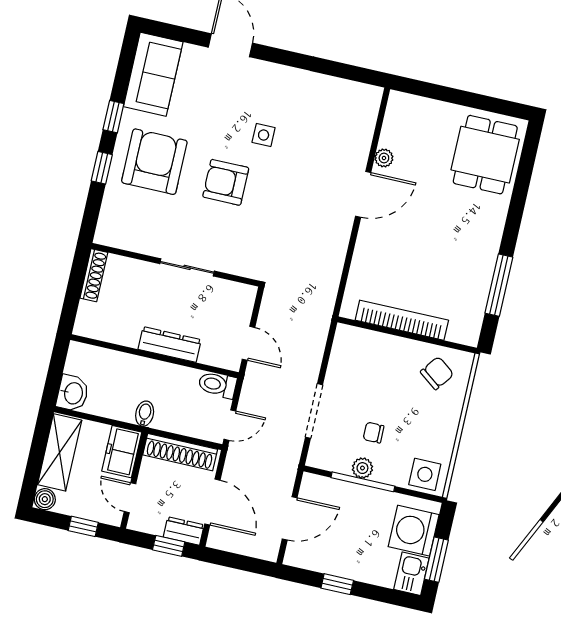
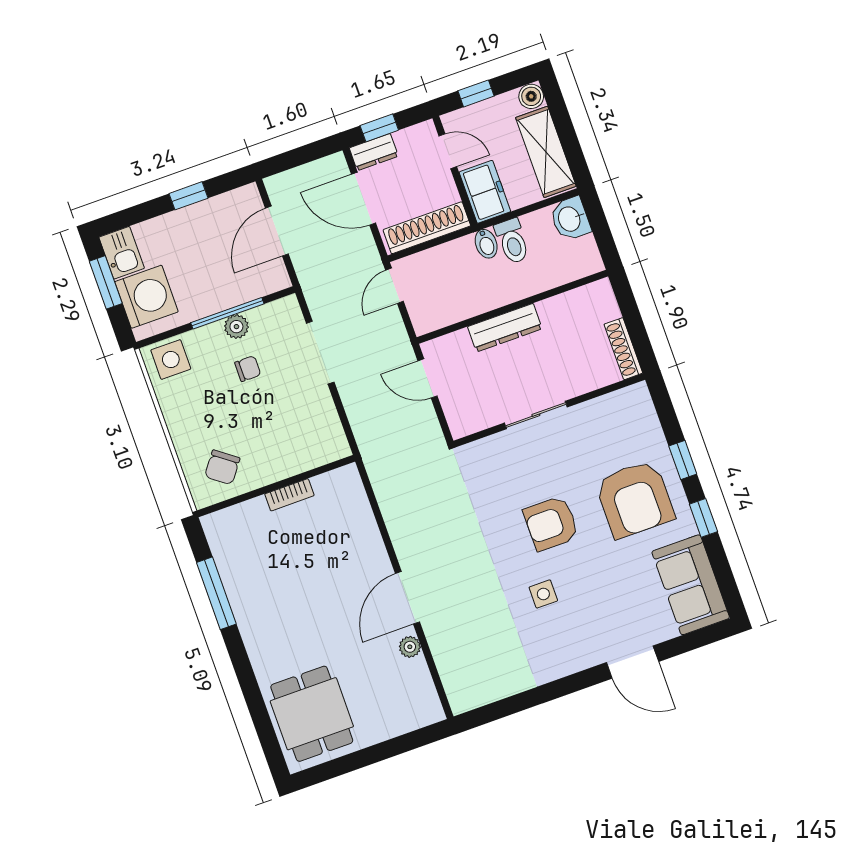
armchair: (226, 182) -> (551, 523), turned 180
bookcase: (402, 320) -> (289, 495), width x0.43, depth x0.76
toilet: (217, 385) -> (512, 241), moved, turned 90

